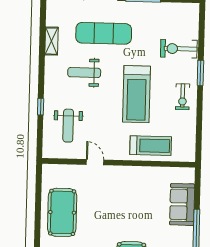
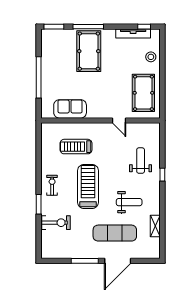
door: (95, 162) -> (119, 120), moved
wall: (119, 163) -> (101, 120), moved
sofa: (182, 204) -> (70, 109), moved, turned -90

